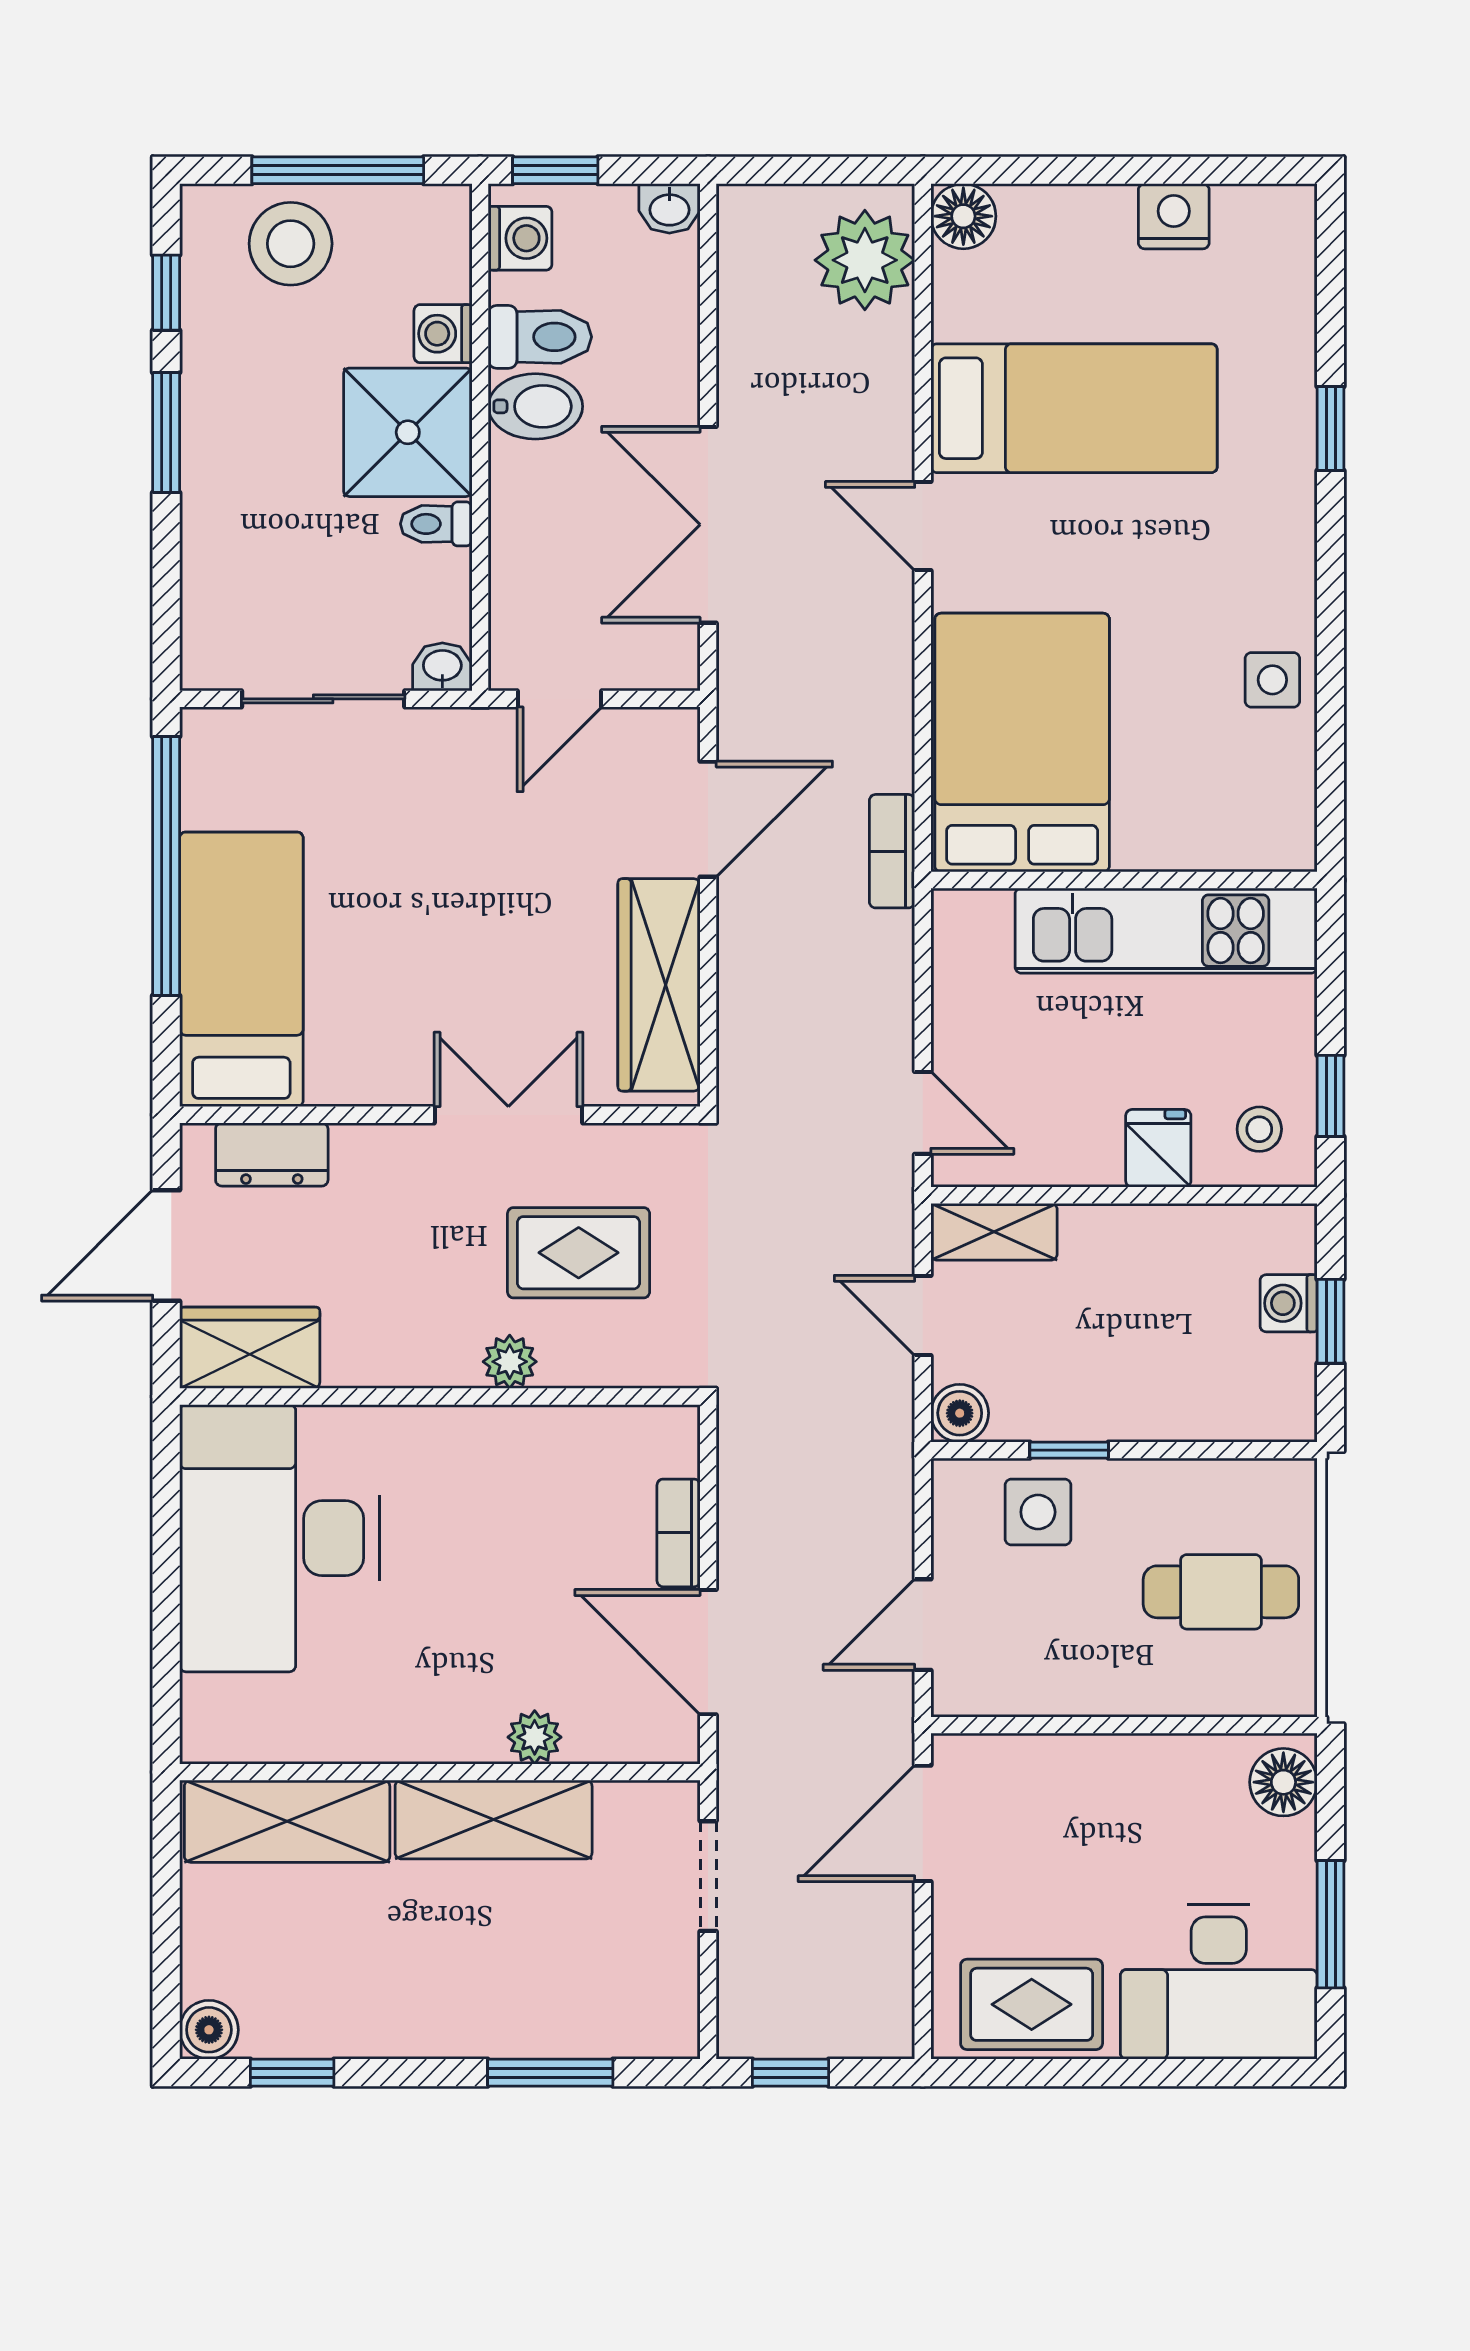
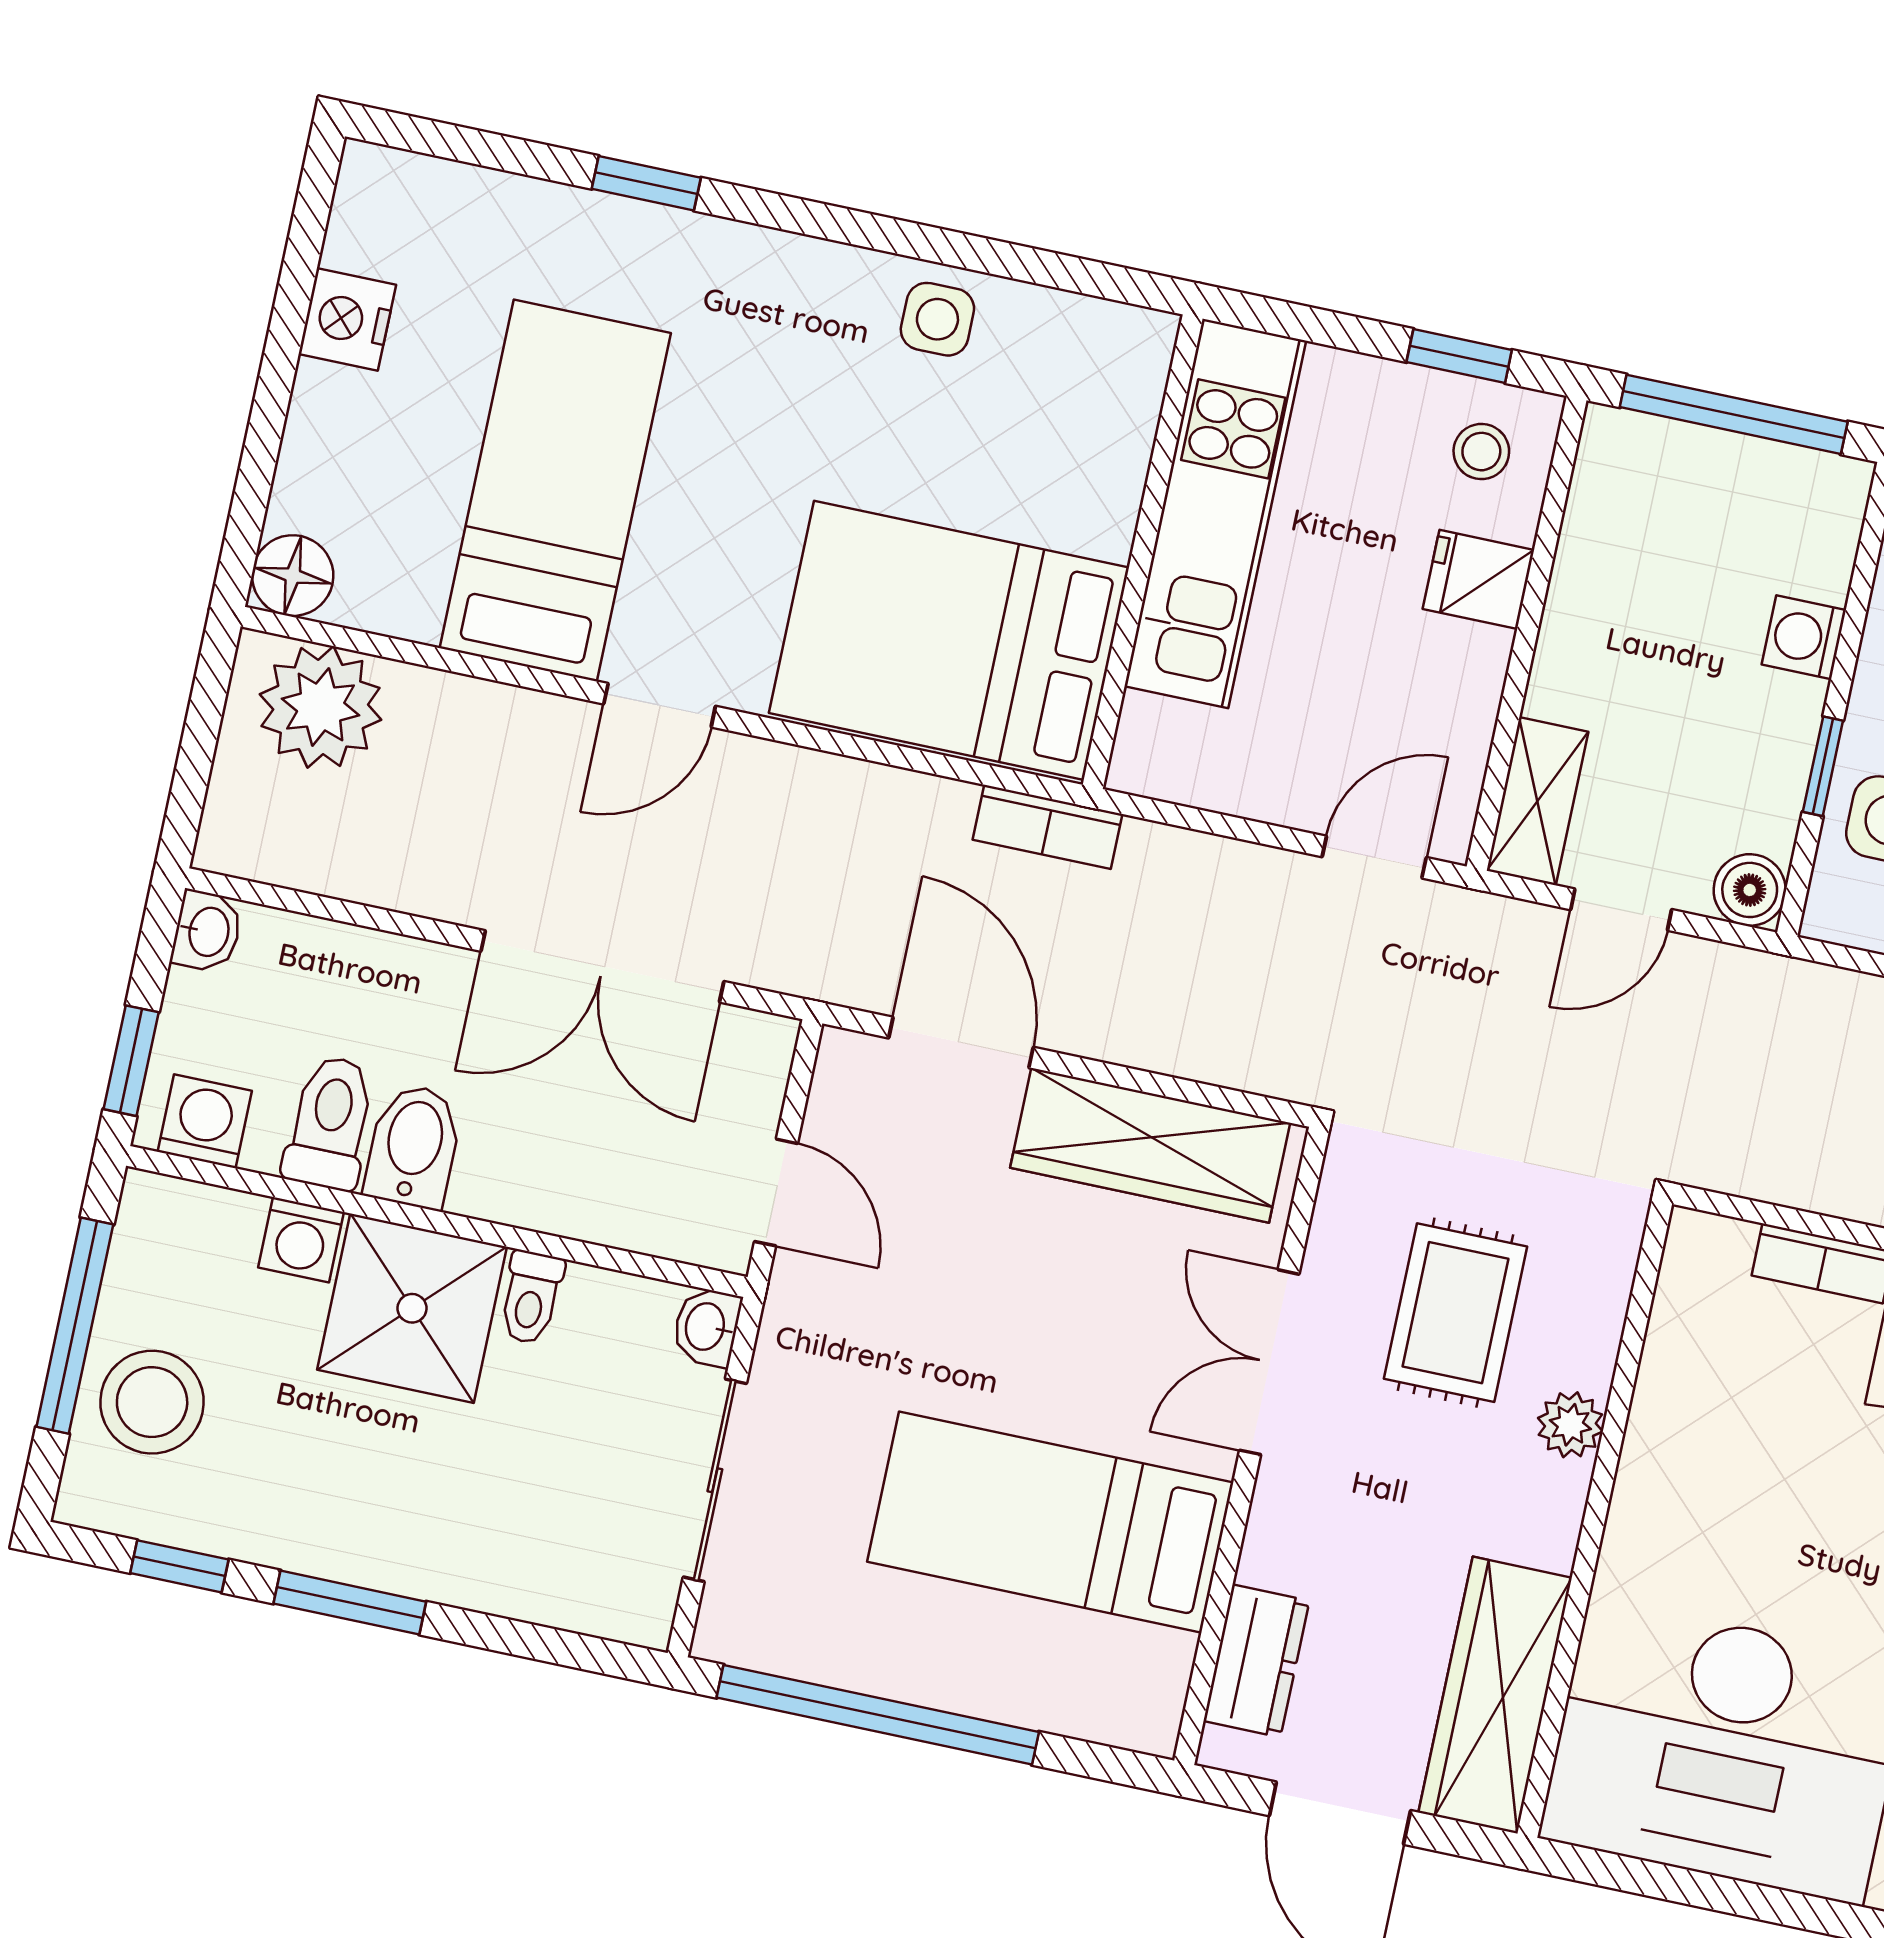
bed: (241, 969) -> (1050, 1522), moved
washing machine: (1289, 1303) -> (1804, 637), moved, turned 90
window: (1331, 1321) -> (1734, 414), width x2.17
wardrobe: (250, 1348) -> (1495, 1695), width x1.50

